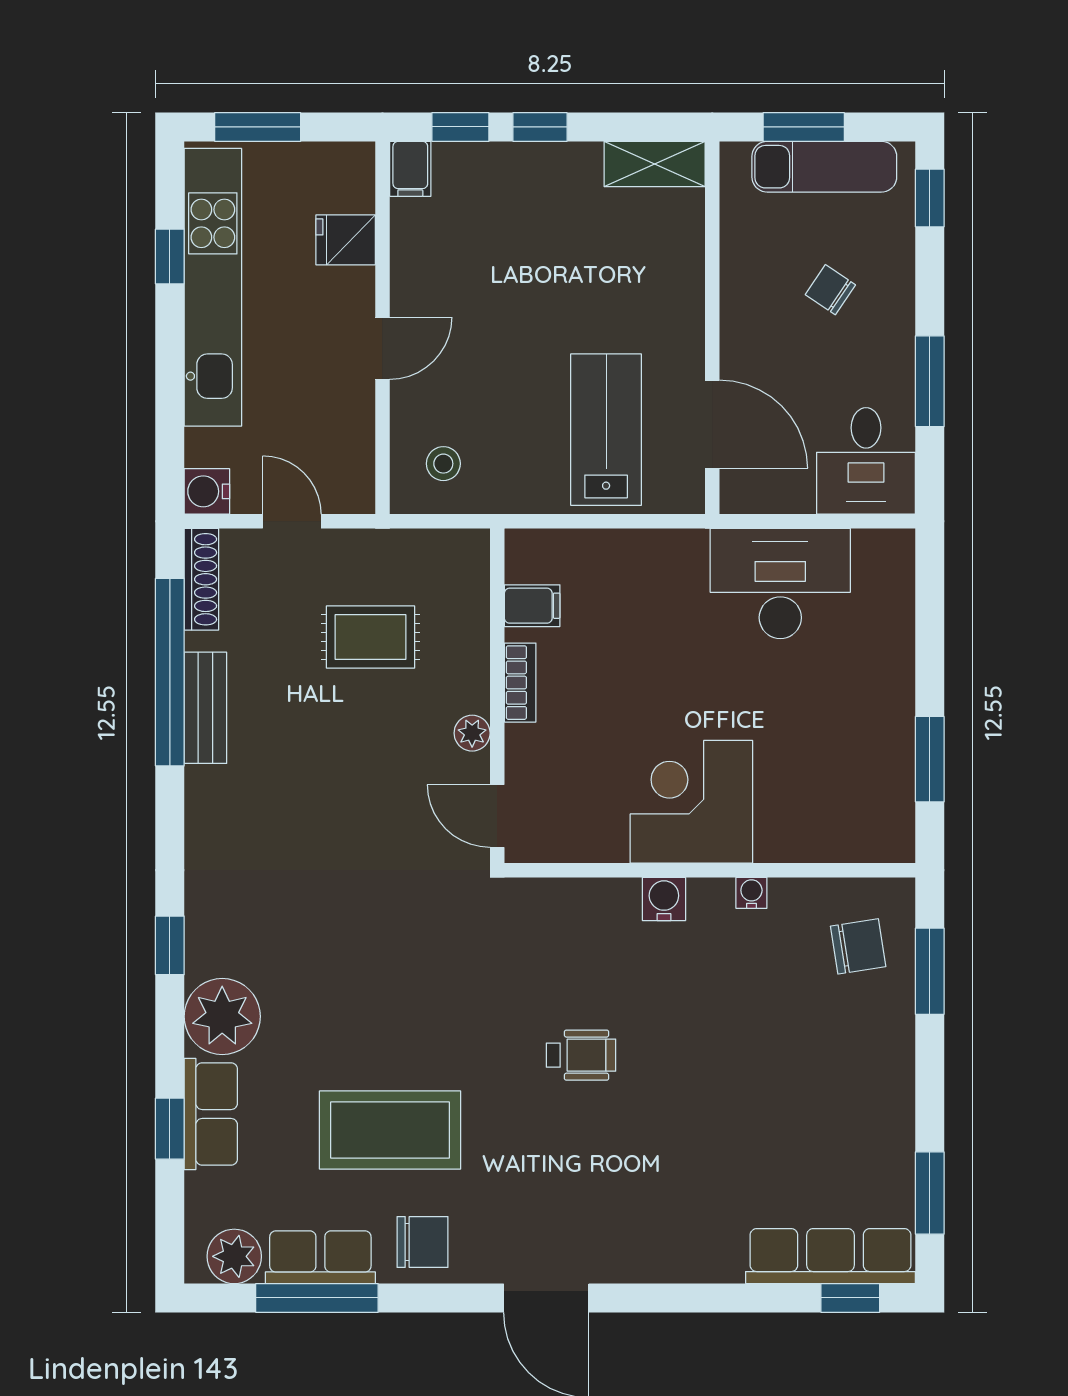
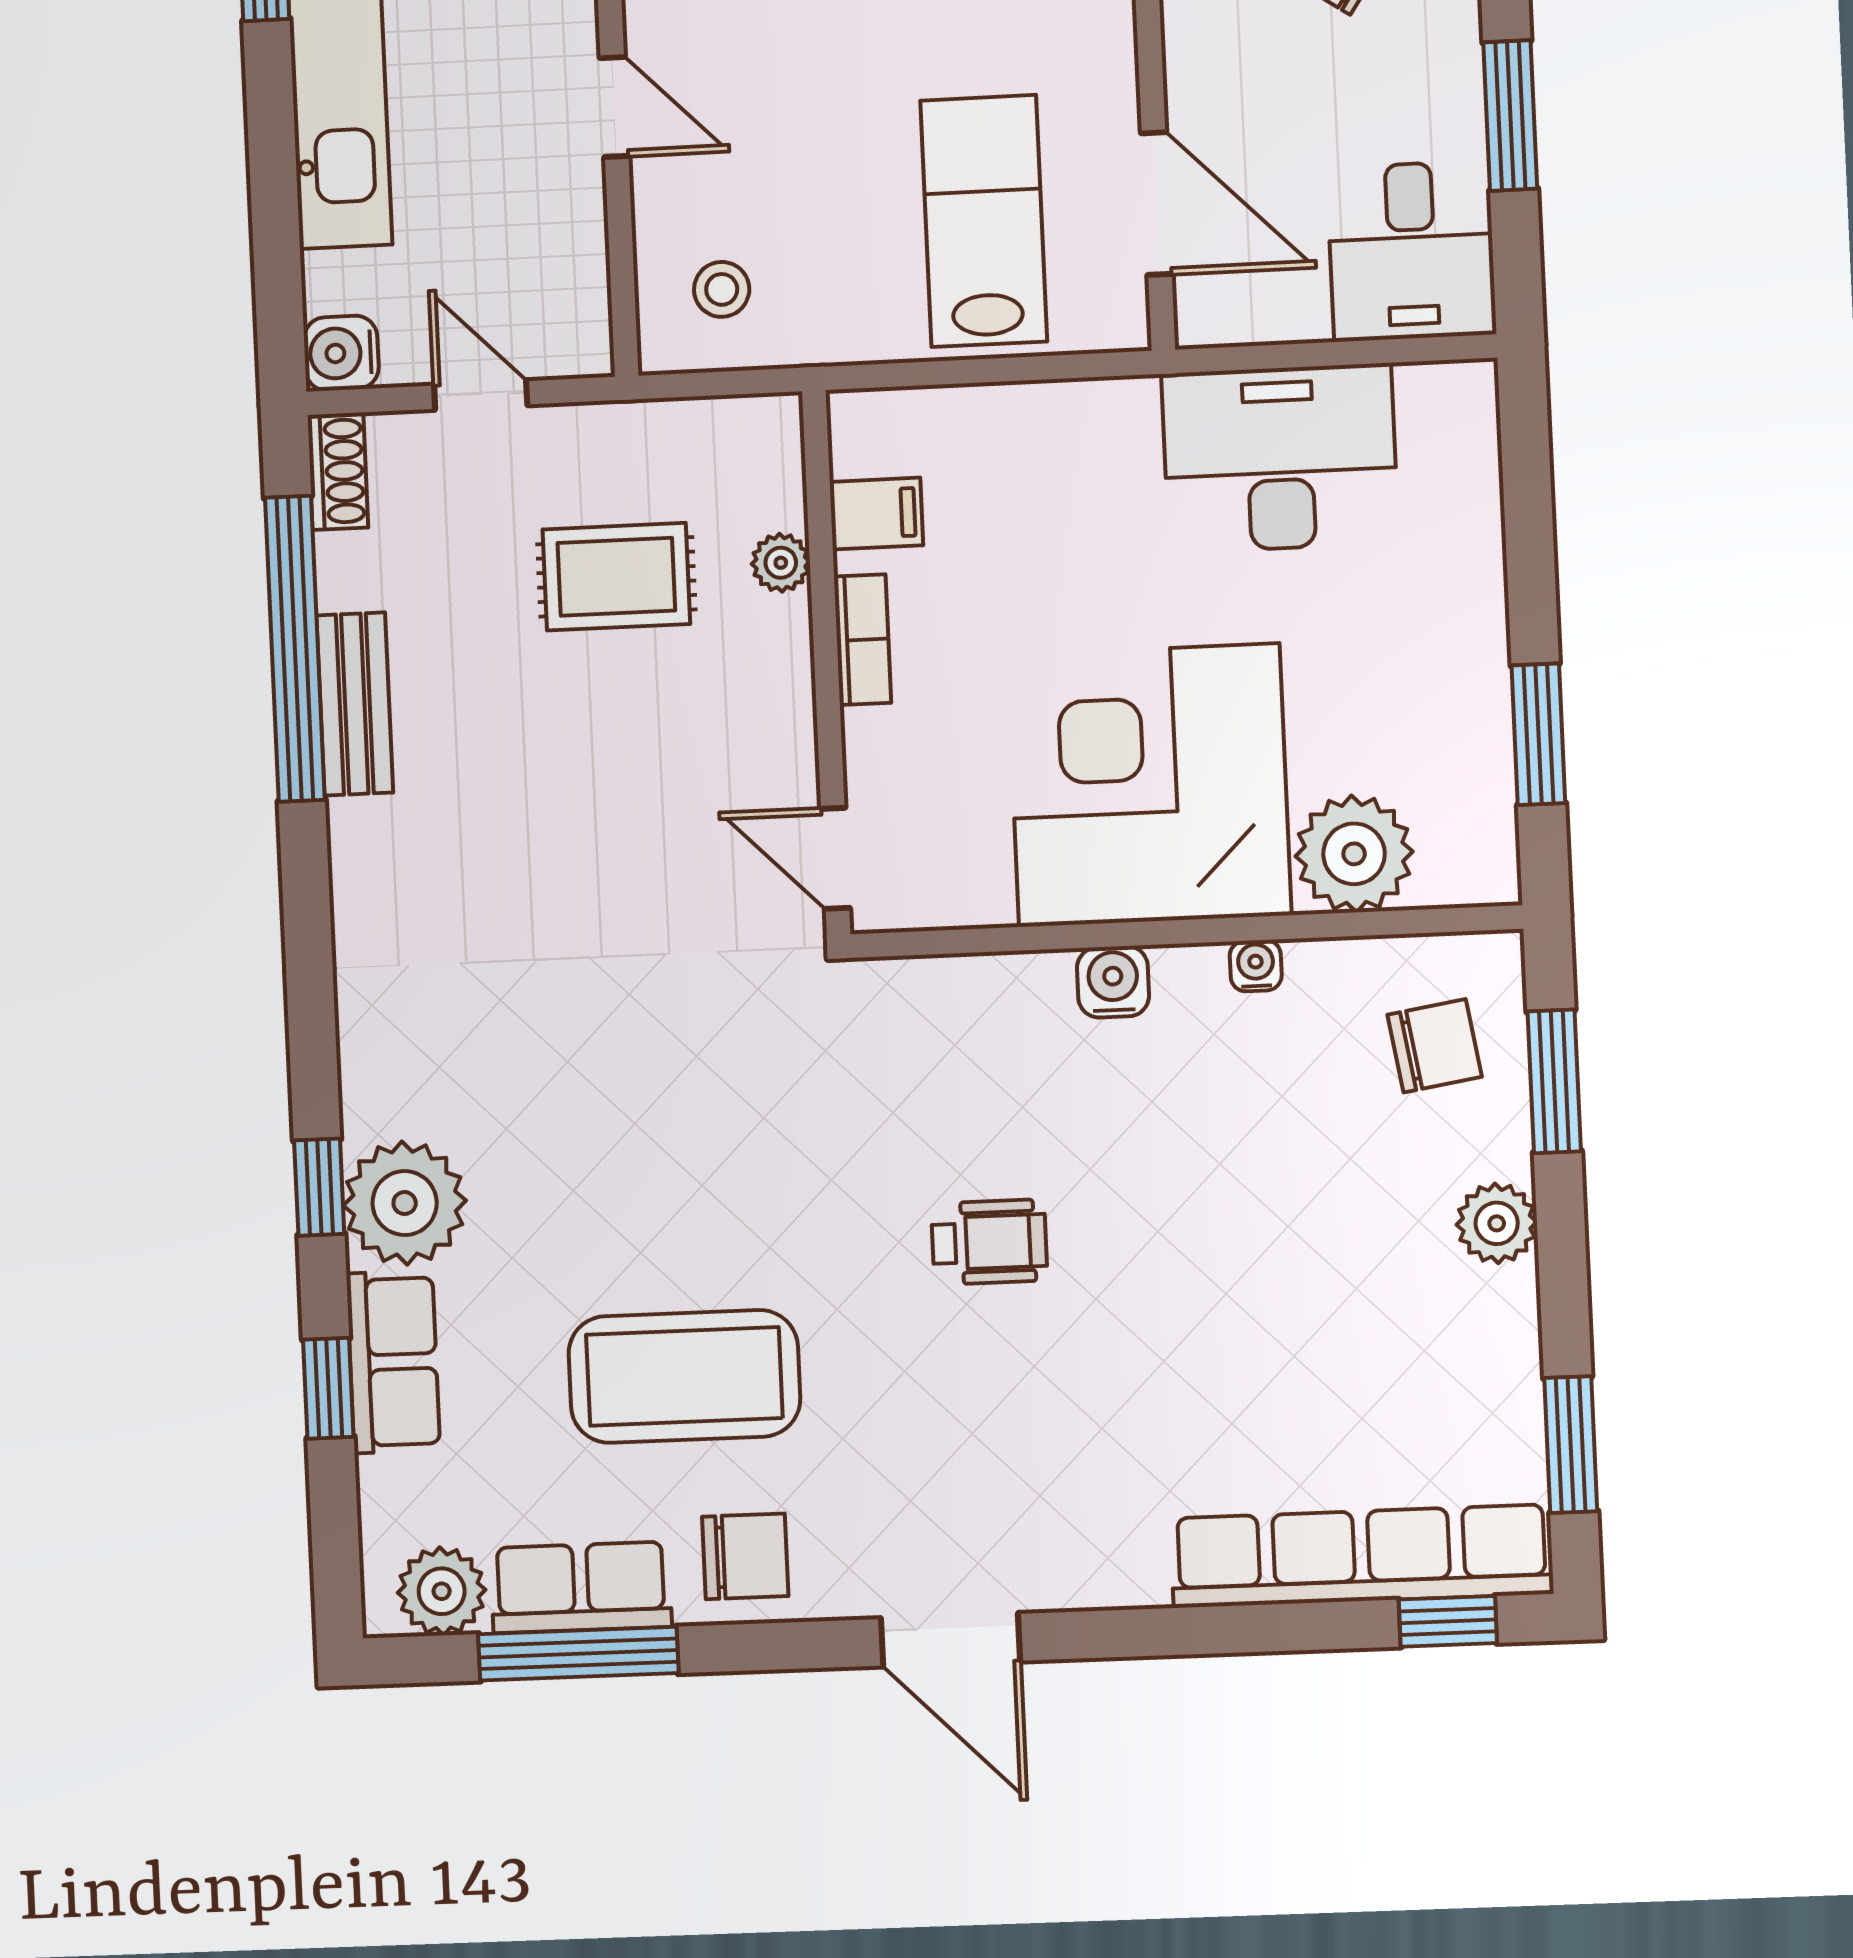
door: (382, 348) -> (614, 107), hinge flipped
shoe rack: (201, 579) -> (338, 471), width x0.70
plant: (472, 733) -> (781, 563), moved
corner desk: (691, 802) -> (1149, 785), width x1.36, depth x1.36
plant: (814, 827) -> (1354, 854), added
window: (170, 945) -> (319, 1187), moved
plant: (891, 1056) -> (1497, 1223), added
row of seats: (830, 1256) -> (1361, 1556), width x1.36

